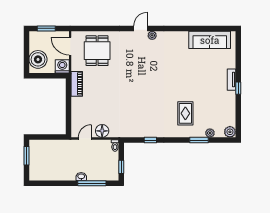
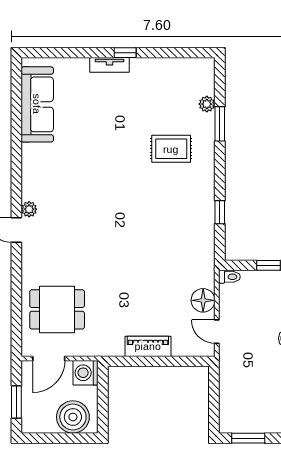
piano: (77, 84) -> (148, 346), moved
plant: (230, 132) -> (205, 68), removed

